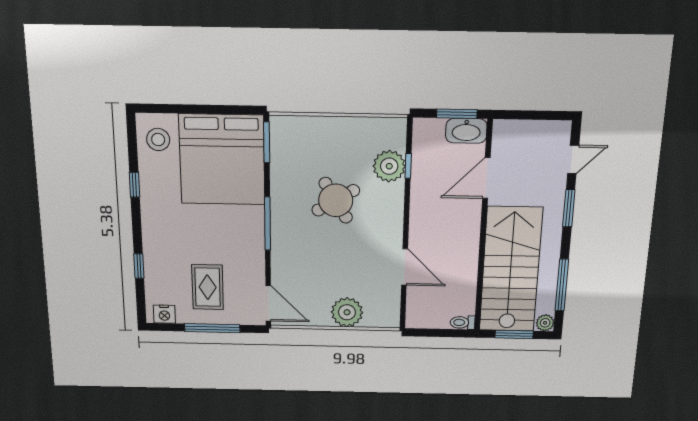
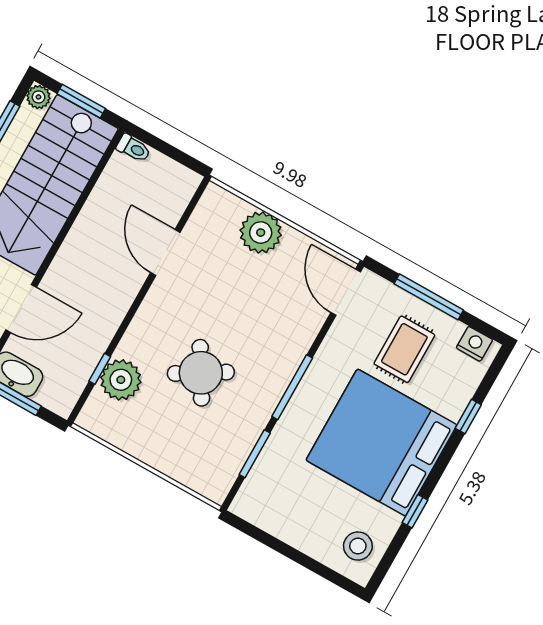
window: (267, 142) -> (255, 454), moved
bed: (222, 160) -> (381, 443), moved, turned -90

